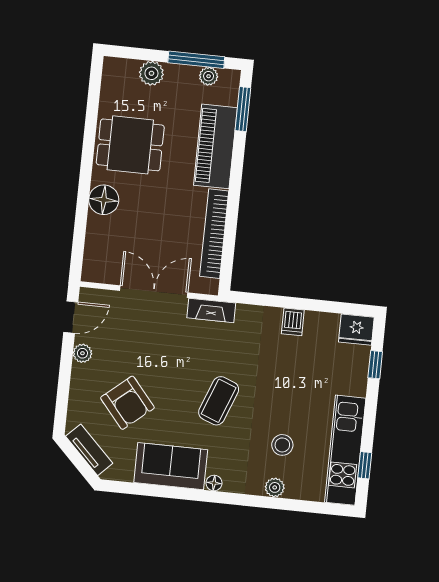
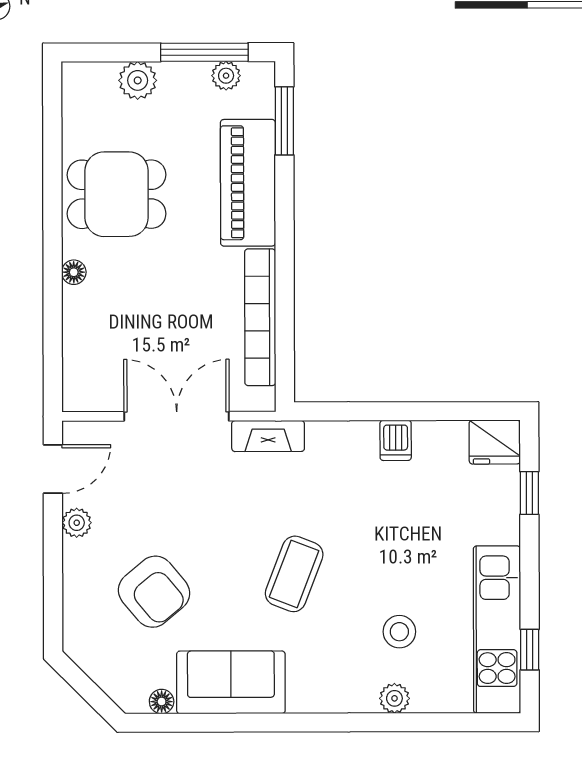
floor lamp: (104, 200) -> (74, 272), width x0.53, depth x0.53
tv unit: (89, 450) -> (103, 670), removed
floor lamp: (214, 483) -> (162, 702), moved

